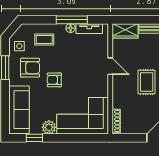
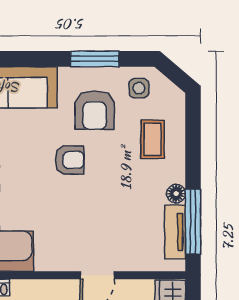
window: (72, 20) -> (193, 222), moved
armchair: (54, 80) -> (69, 160), turned 90

